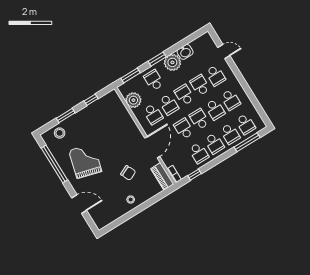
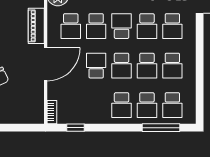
school desk: (200, 85) -> (147, 26), turned 180
school desk: (199, 119) -> (122, 66), turned 180
school desk: (199, 153) -> (96, 105), removed
piano: (162, 176) -> (36, 26), moved

